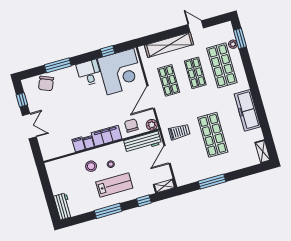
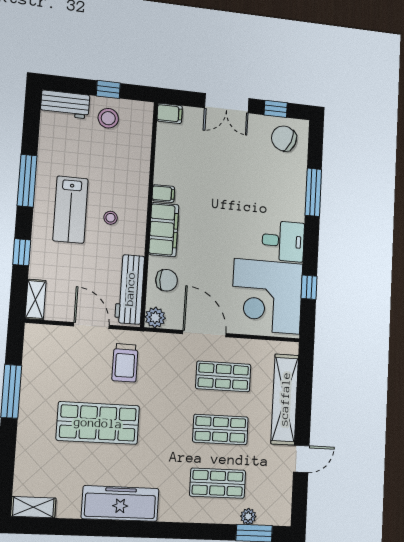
shop shelf: (222, 65) -> (218, 483), width x0.70, depth x0.74
chair: (46, 83) -> (284, 138), moved
filing cabinet: (79, 144) -> (170, 113), moved
stool: (91, 166) -> (108, 118), moved
window: (47, 188) -> (108, 89), added

